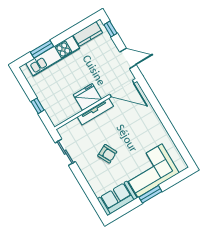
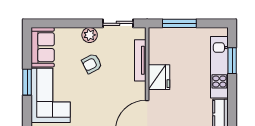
window: (38, 106) -> (179, 23), width x2.17
tv unit: (95, 112) -> (140, 60), moved
plant: (87, 168) -> (90, 35), added

